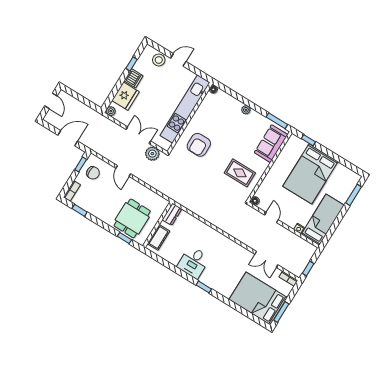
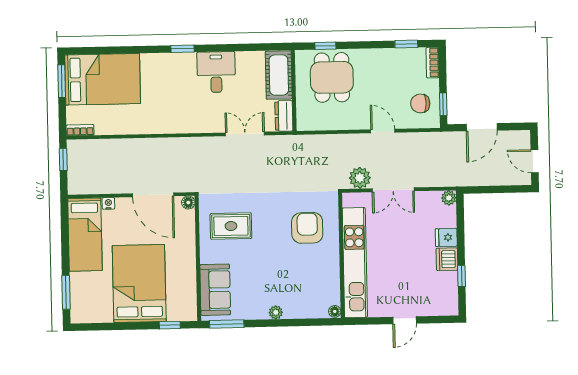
stool: (159, 60) -> (430, 304), removed
fridge: (125, 96) -> (446, 237), width x0.53, depth x0.75
door: (271, 217) -> (153, 195), width x1.88
cot: (159, 237) -> (279, 75), width x1.37, depth x1.34
double door: (266, 259) -> (245, 134), moved

